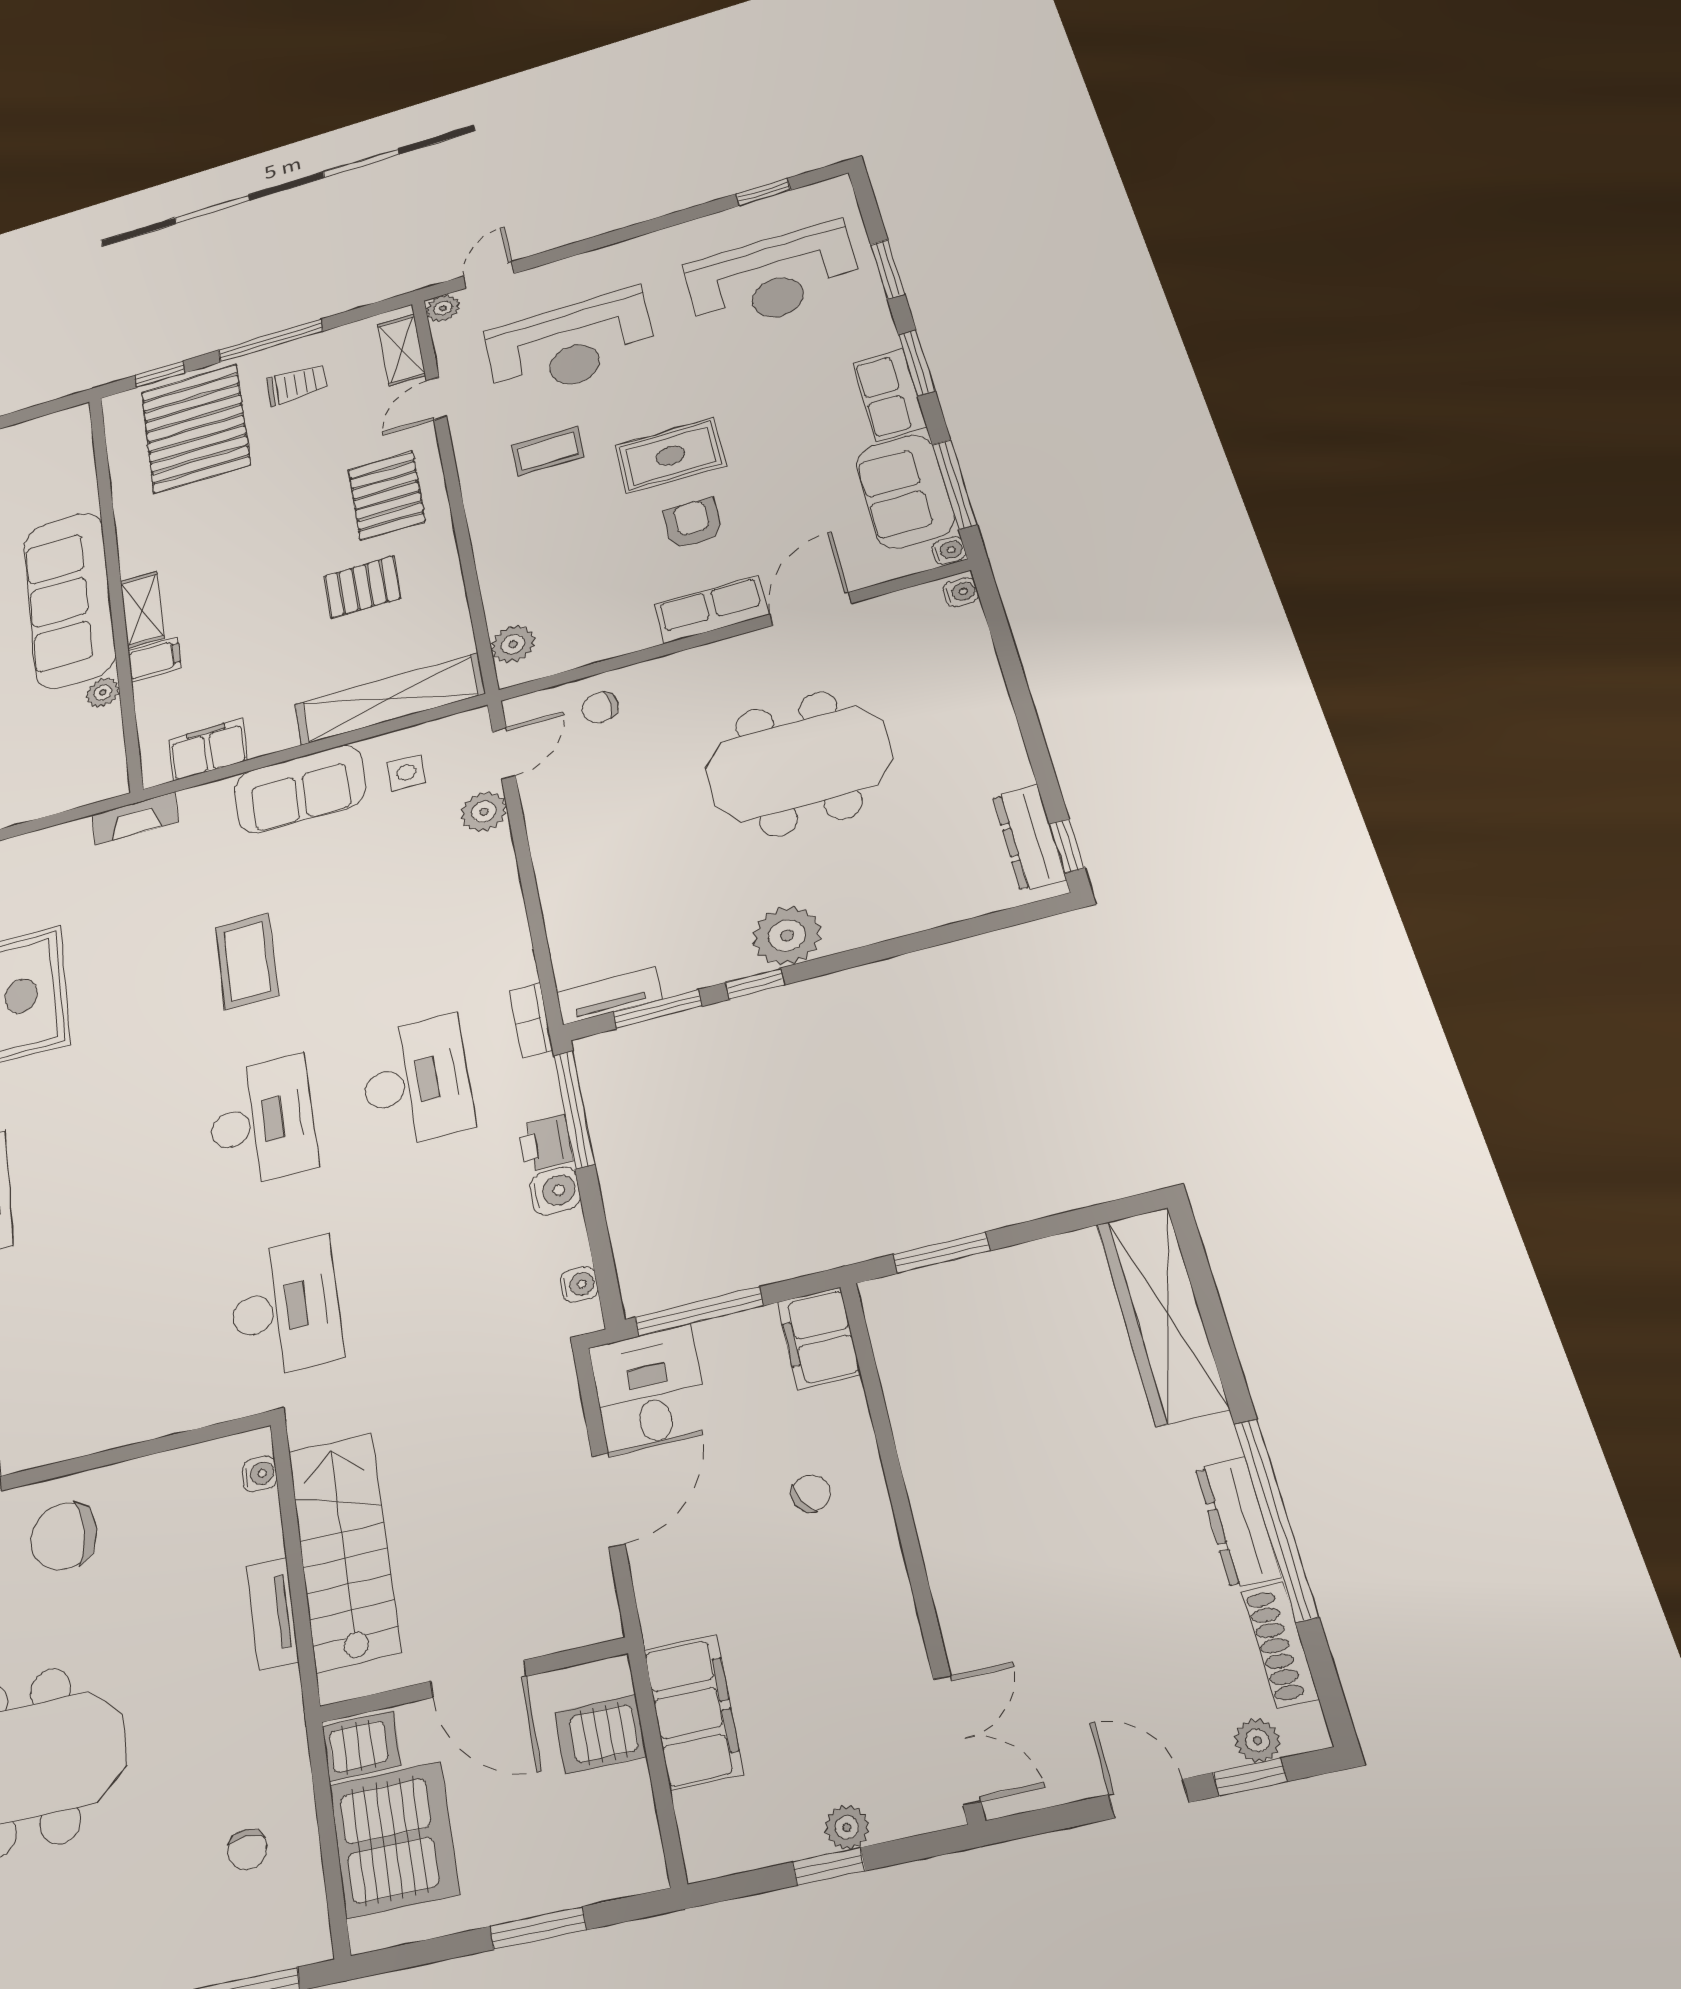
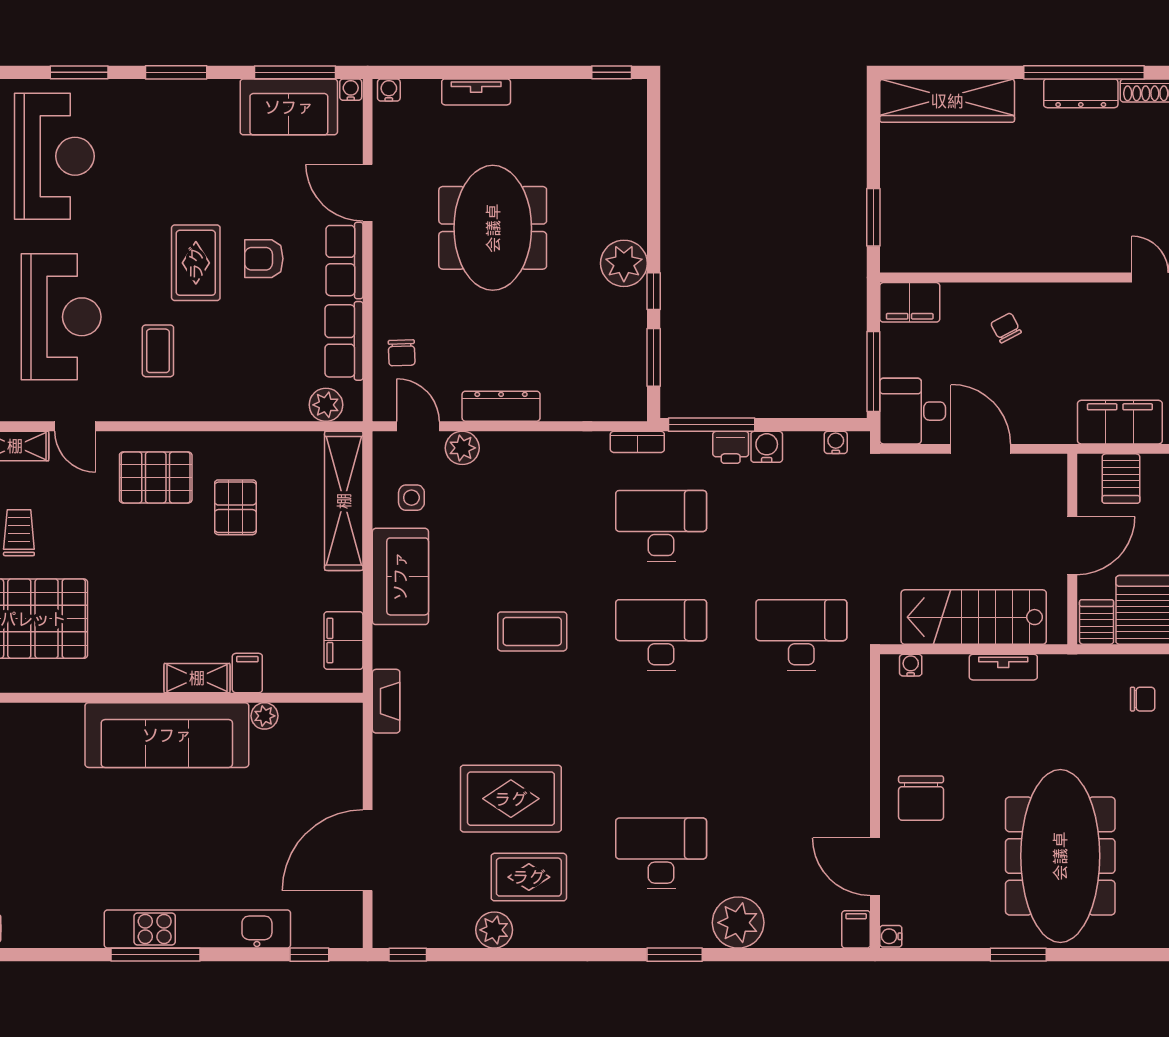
row of seats: (890, 395) -> (344, 341), moved, turned 90
dresser: (1029, 838) -> (501, 406), moved, turned 180
tv unit: (609, 996) -> (476, 92), moved, turned -90

